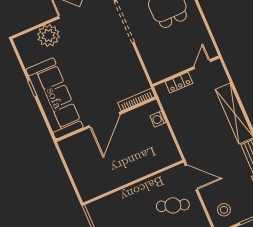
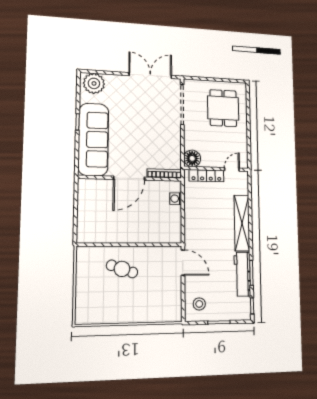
plant: (48, 36) -> (94, 83), moved
floor lamp: (157, 72) -> (192, 158), added
locker: (179, 83) -> (206, 176), width x1.53
cafe table: (173, 205) -> (122, 269), moved

